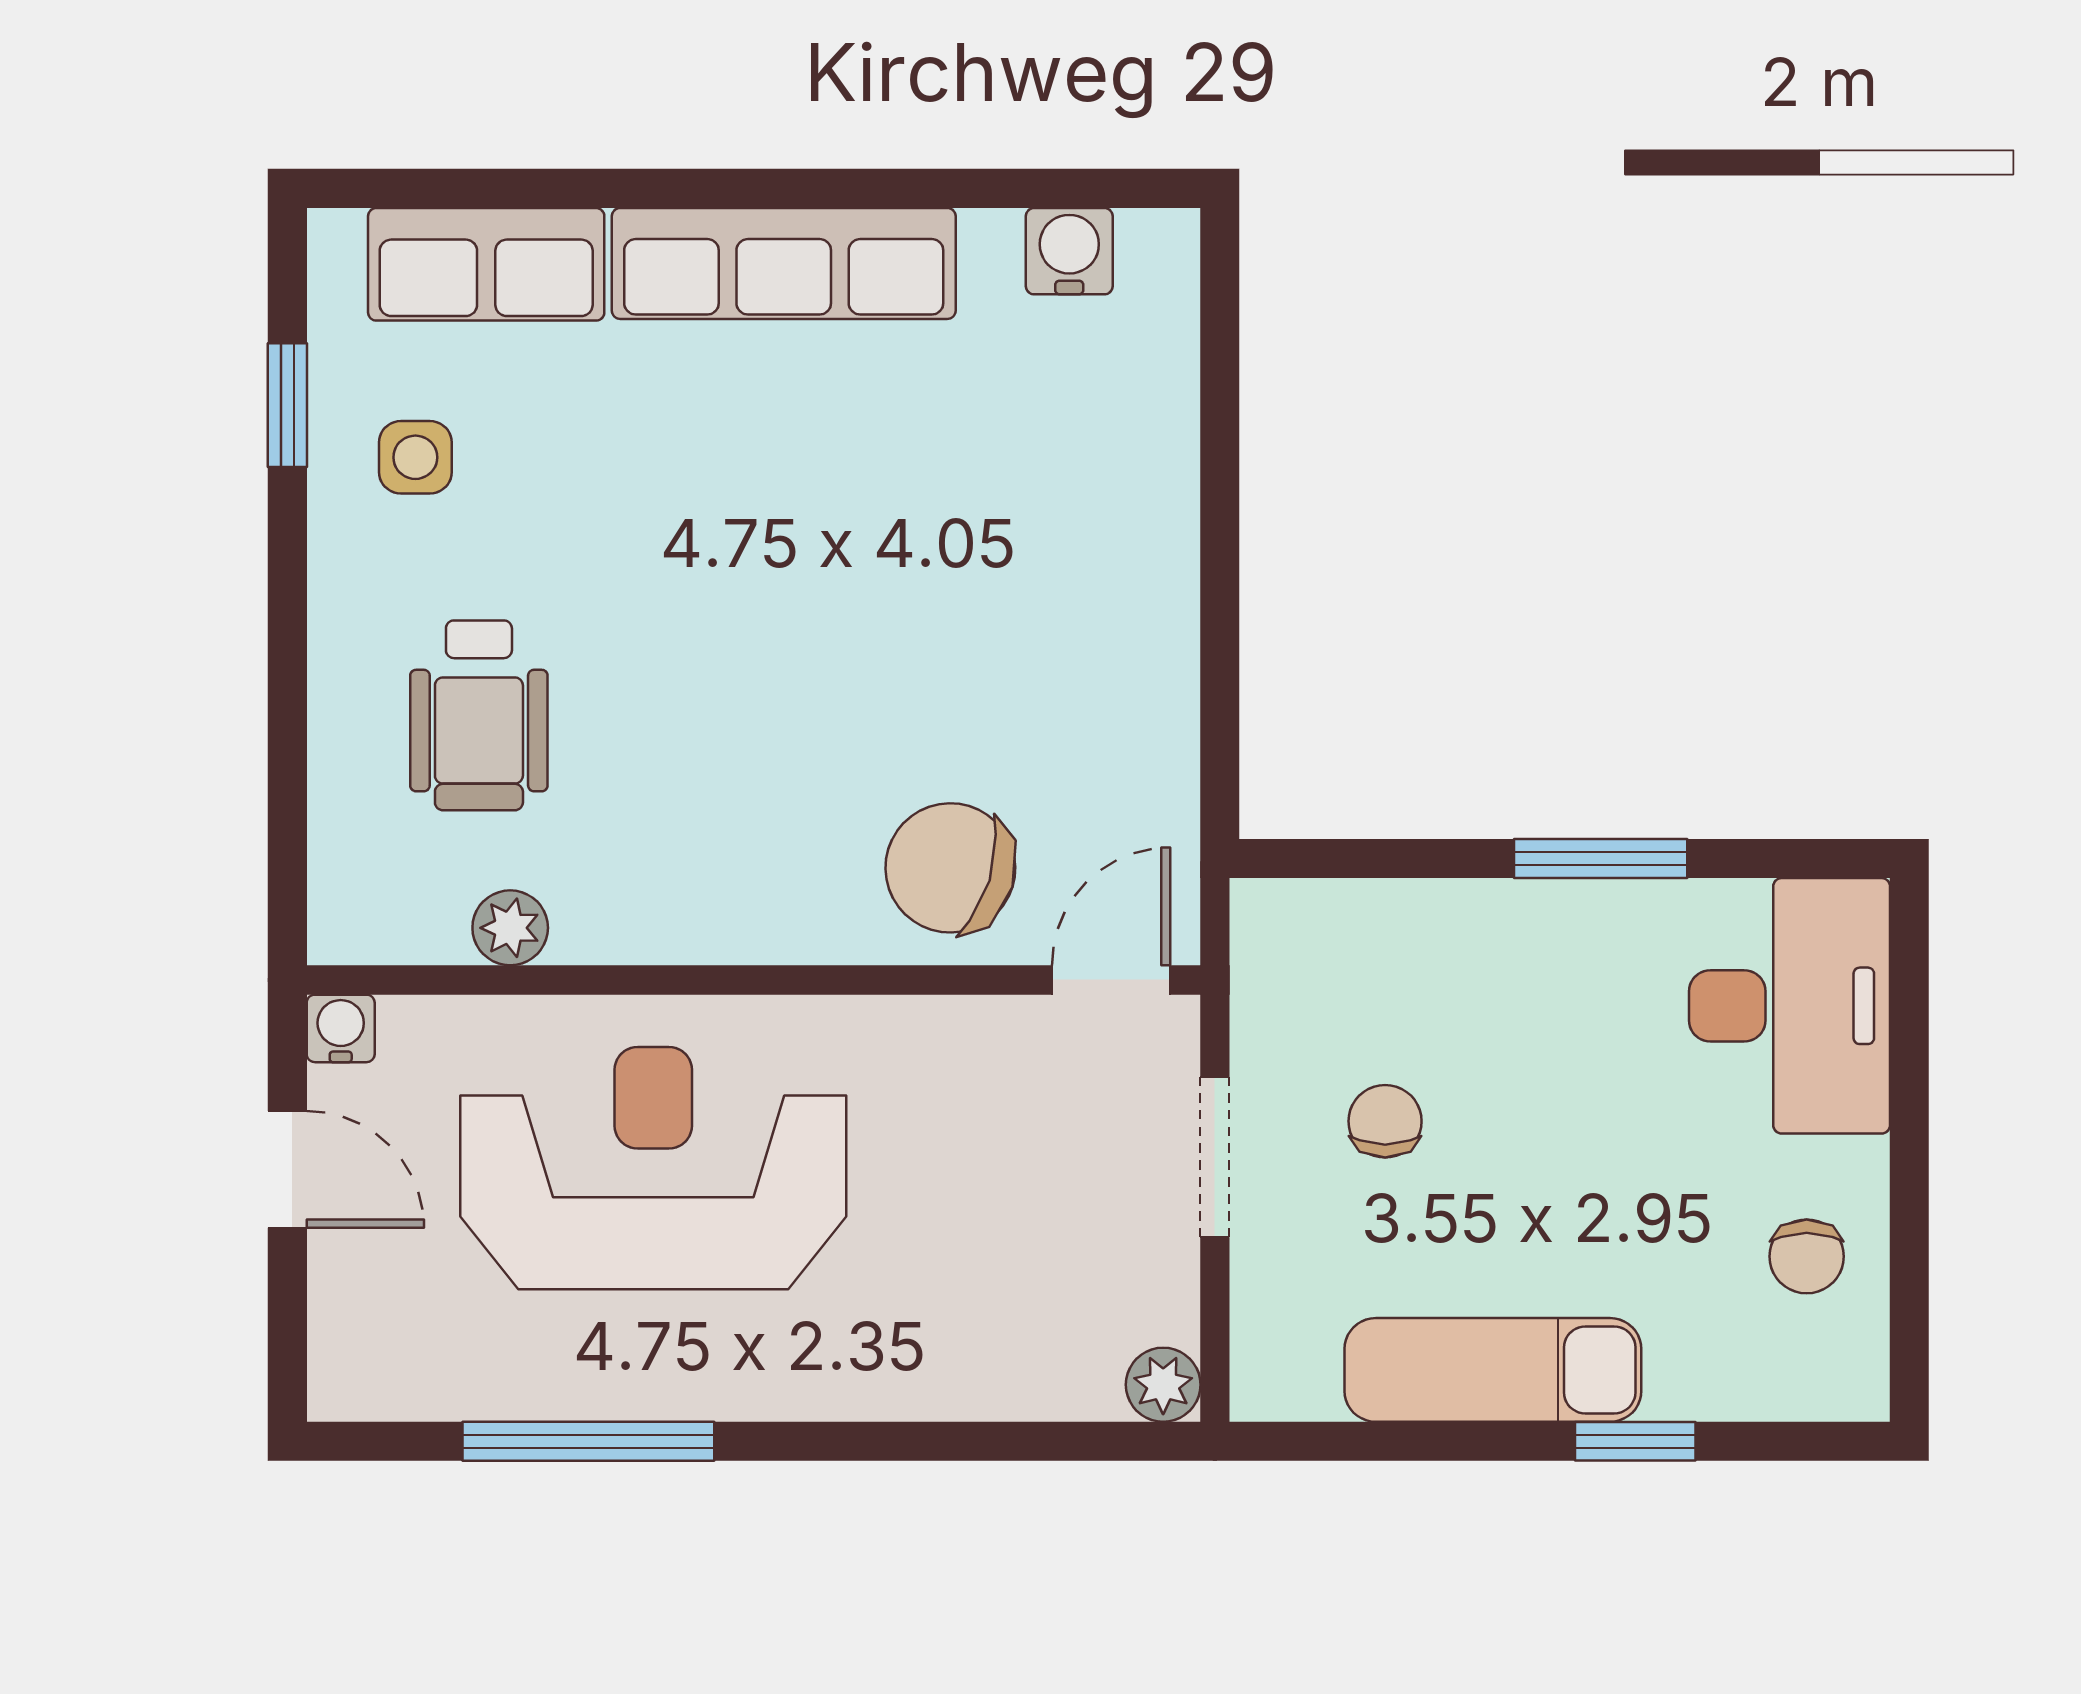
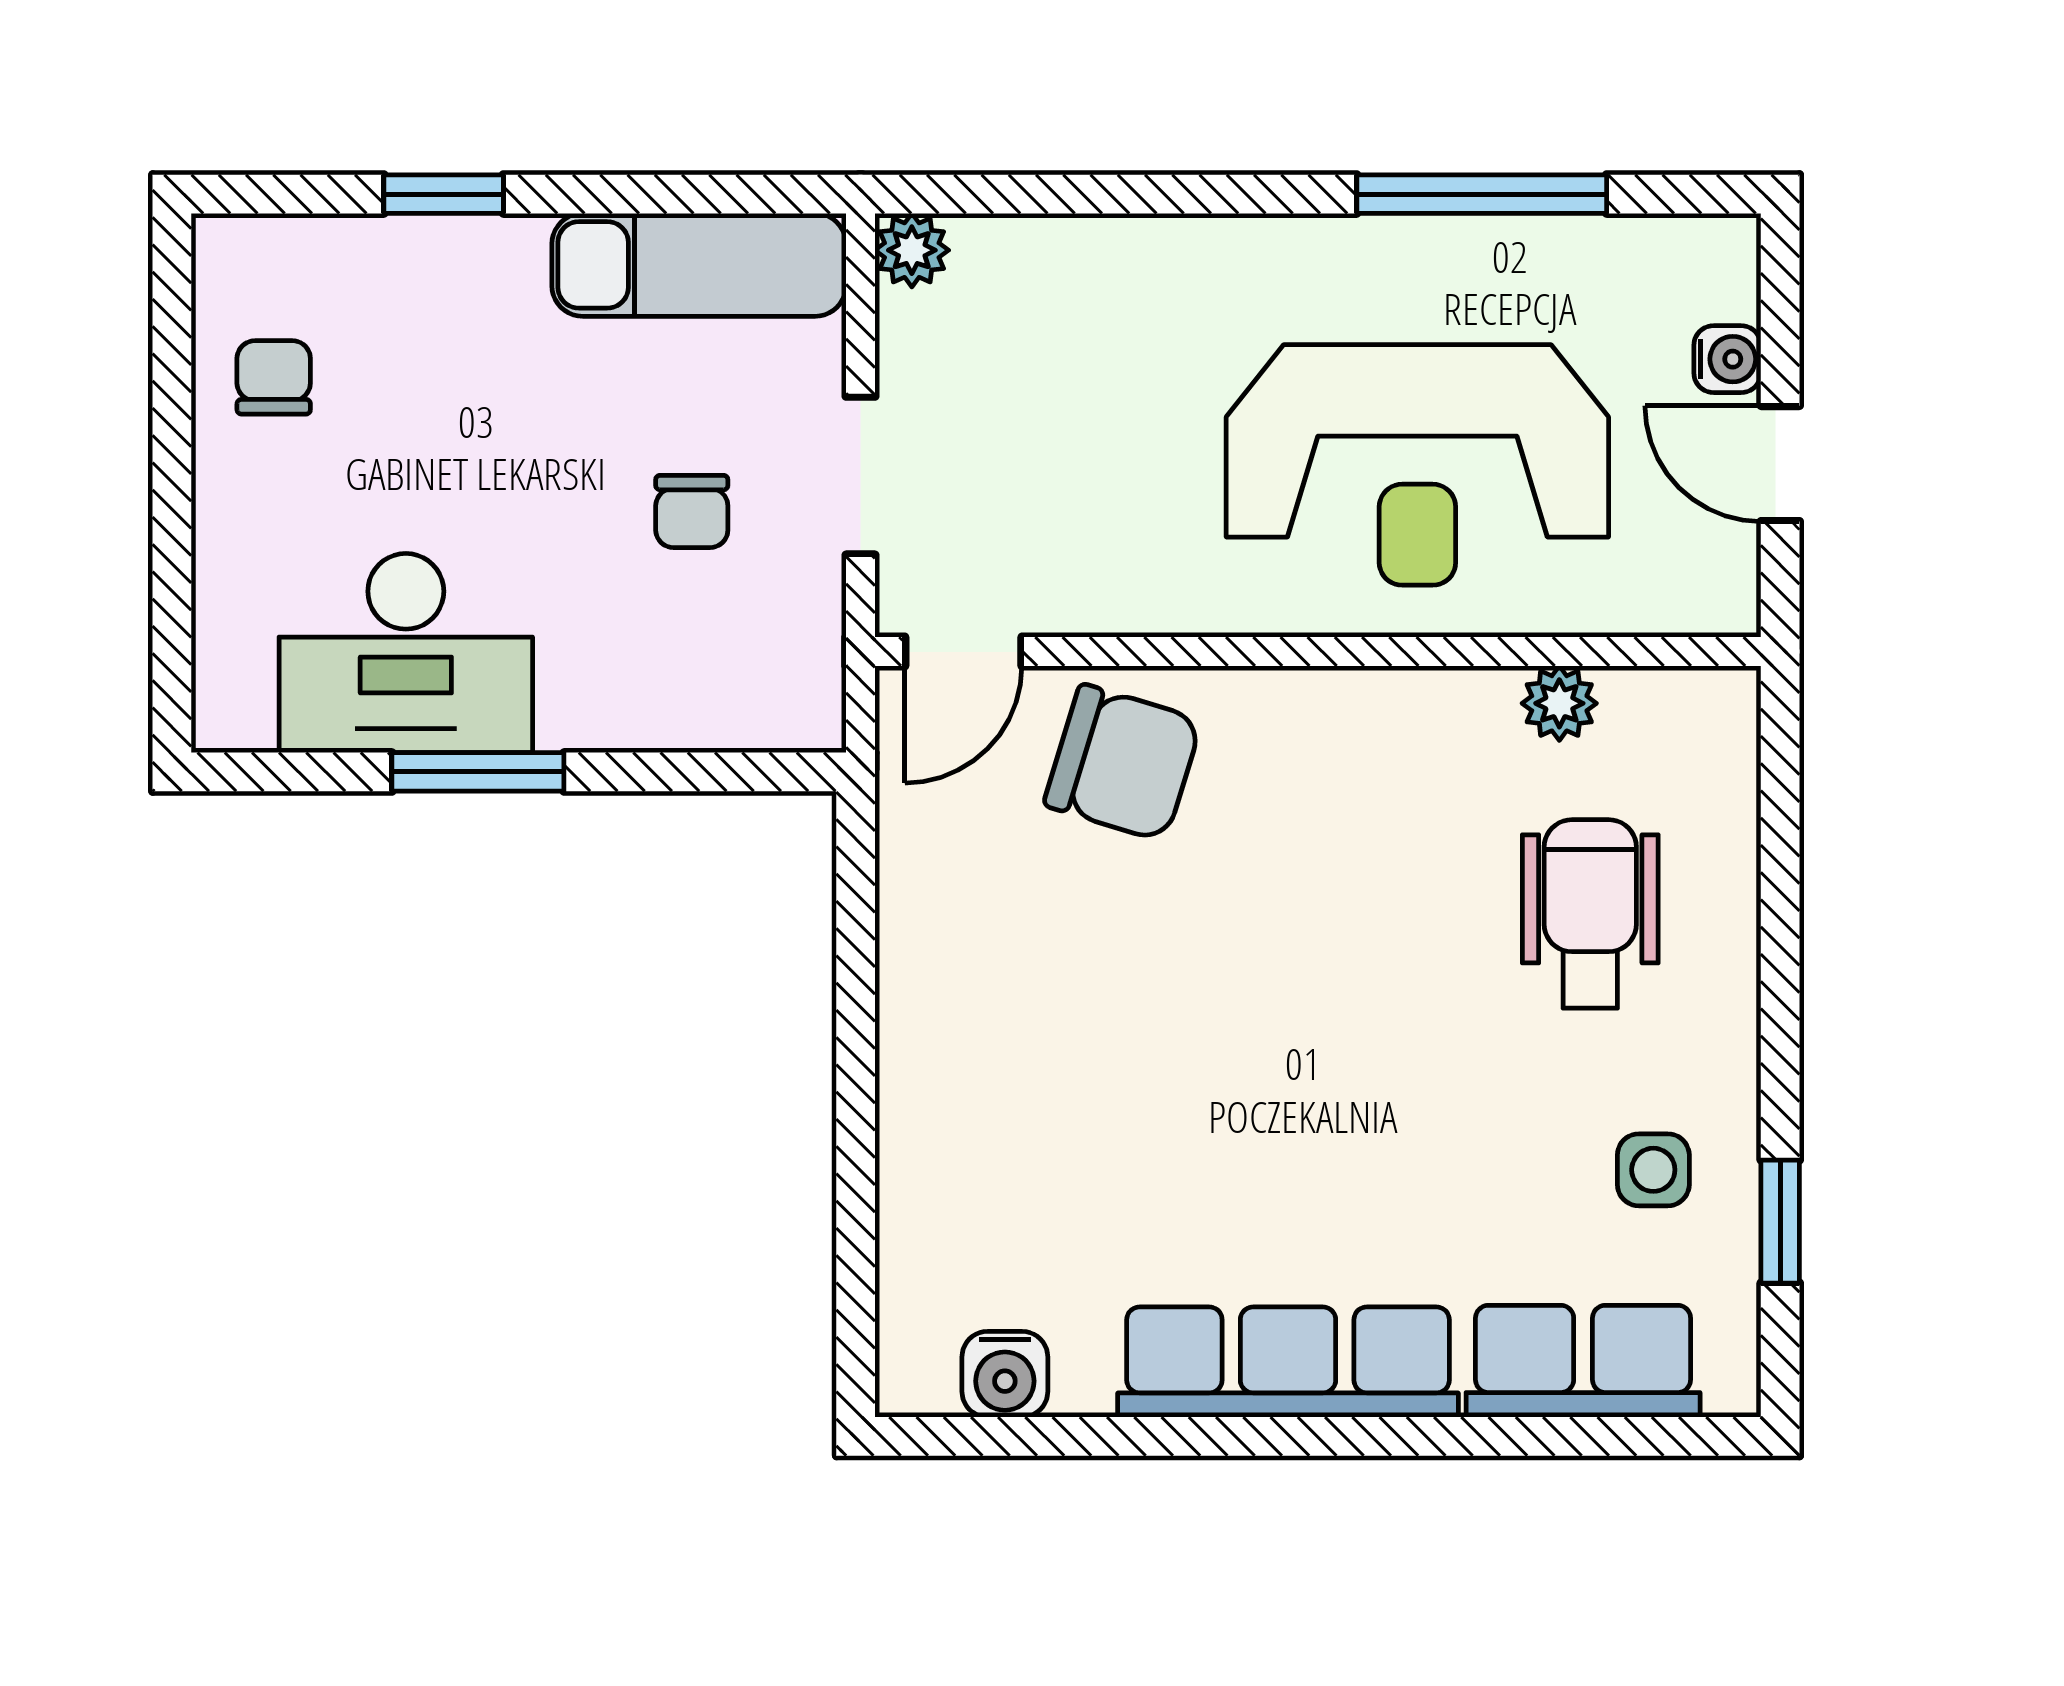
desk: (1789, 1006) -> (406, 653), moved, turned -90
water cooler: (341, 1028) -> (1727, 359), moved, turned -90
exam couch: (1493, 1370) -> (699, 265), moved

